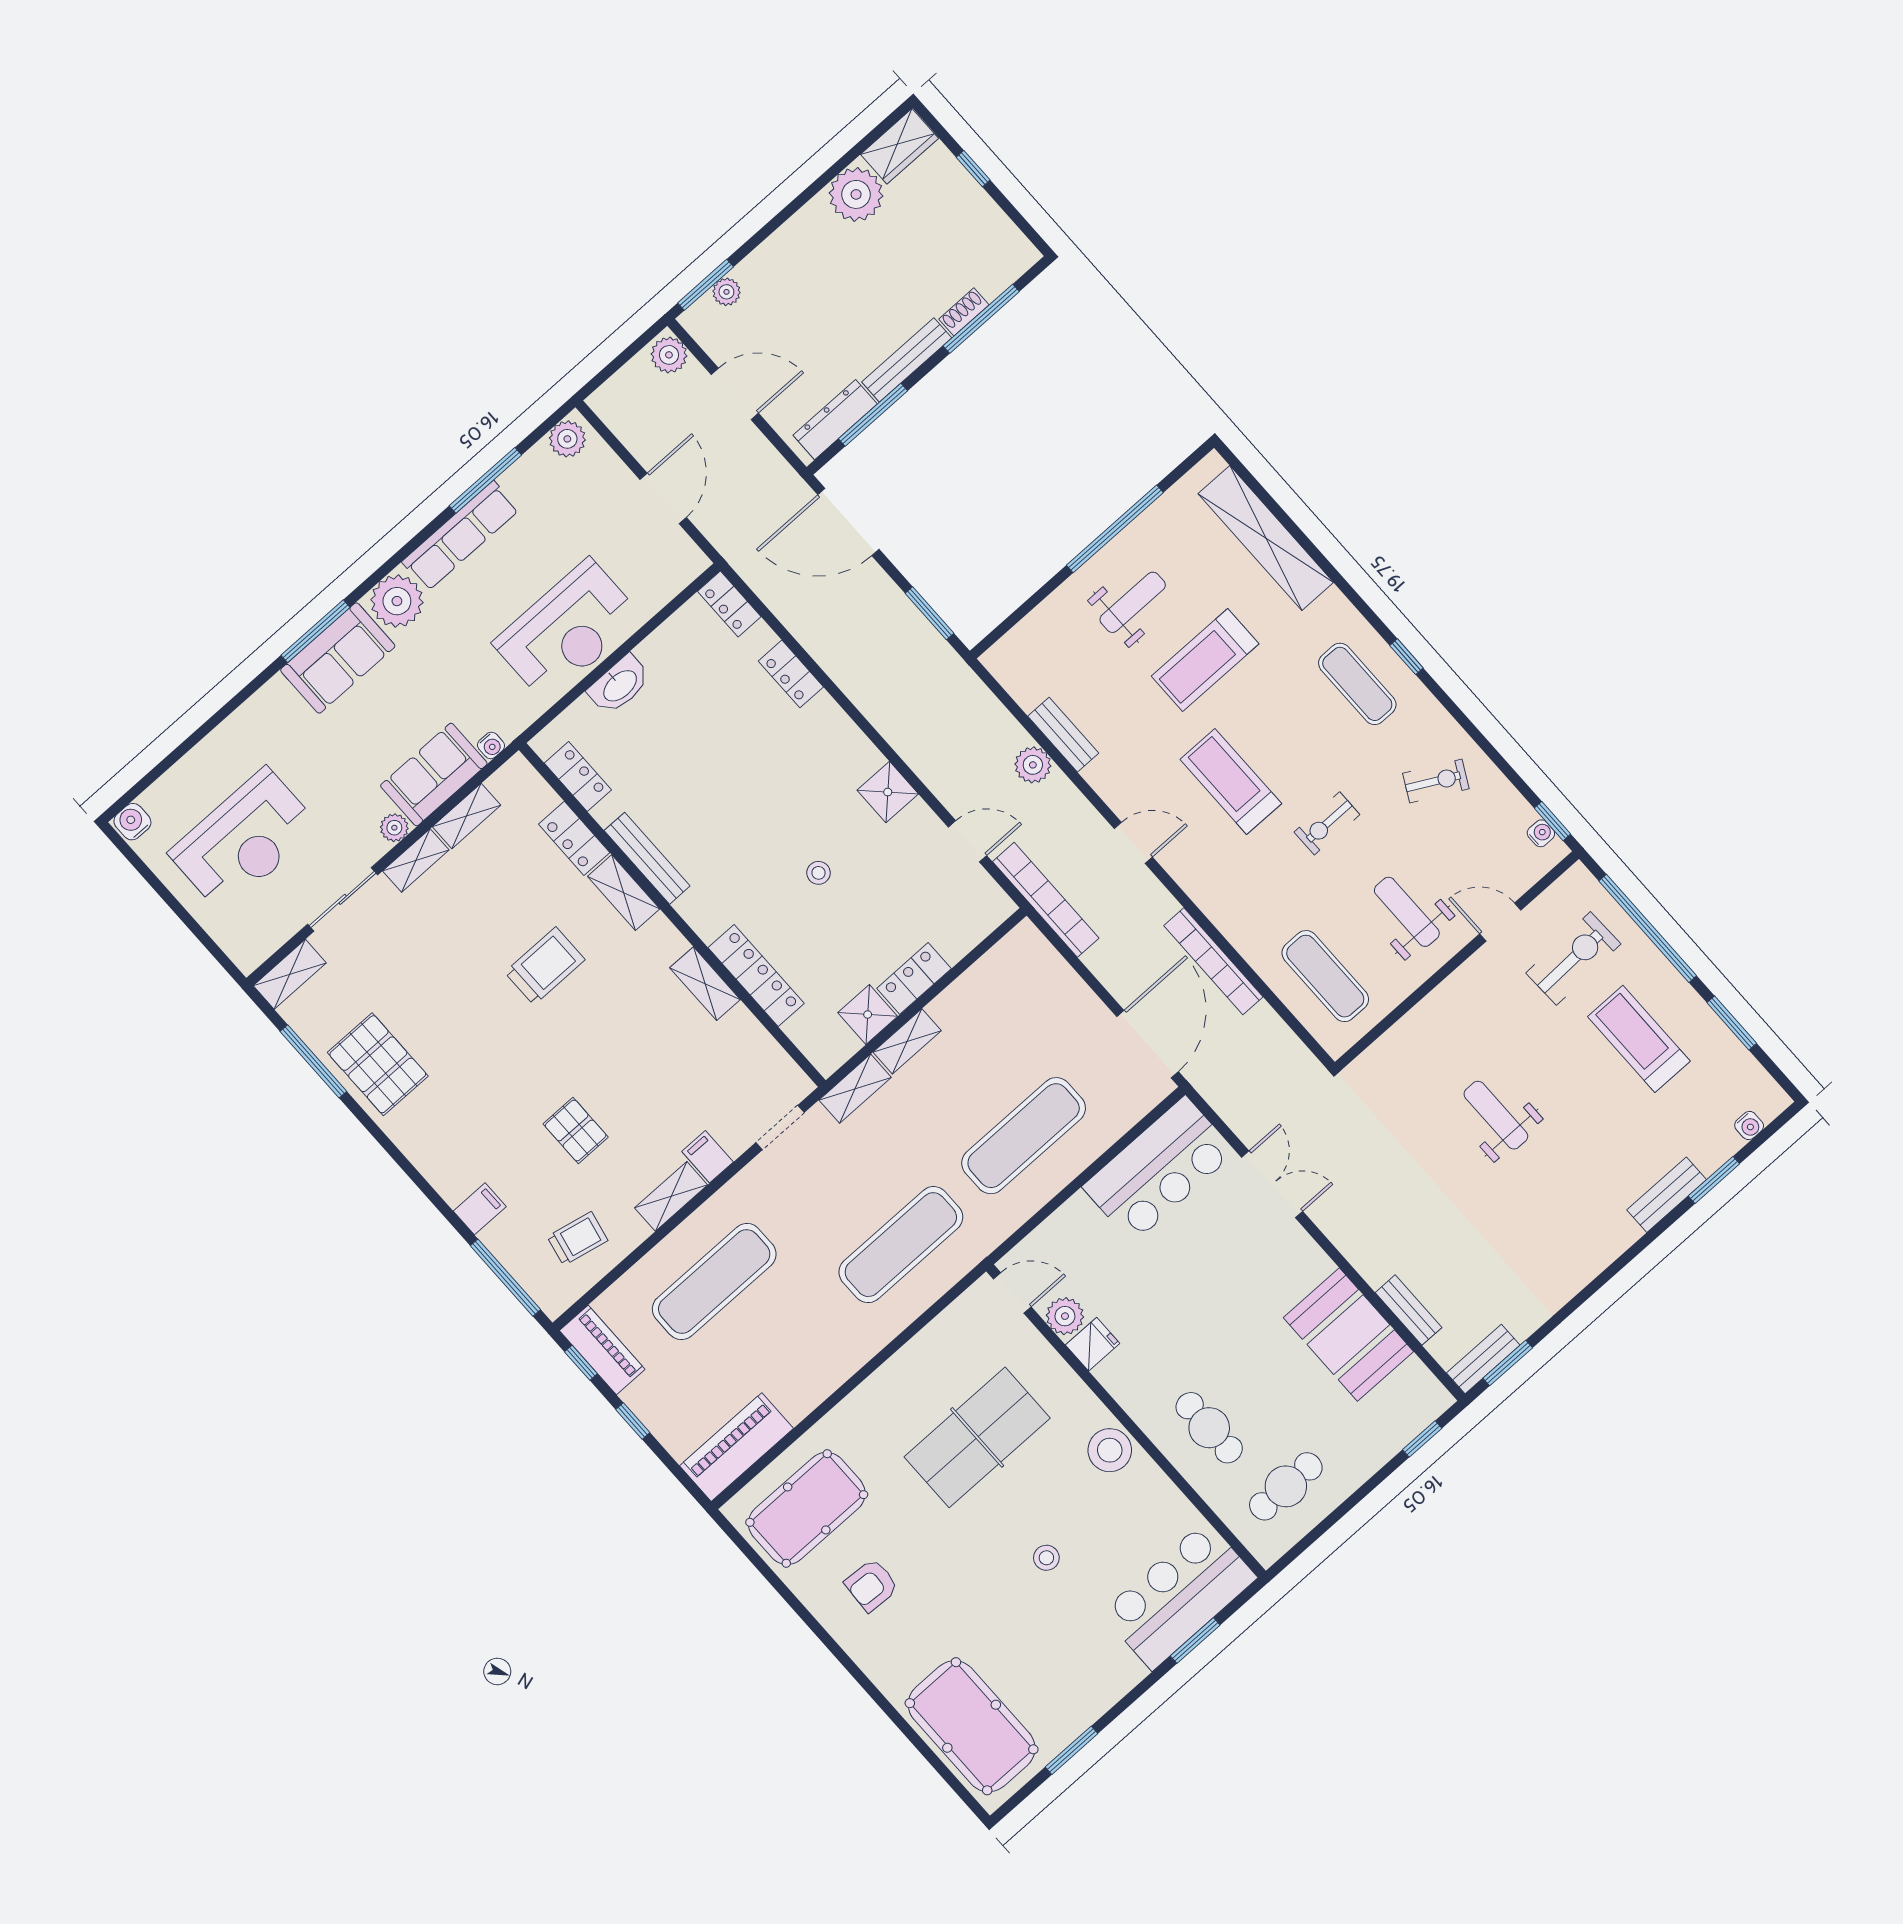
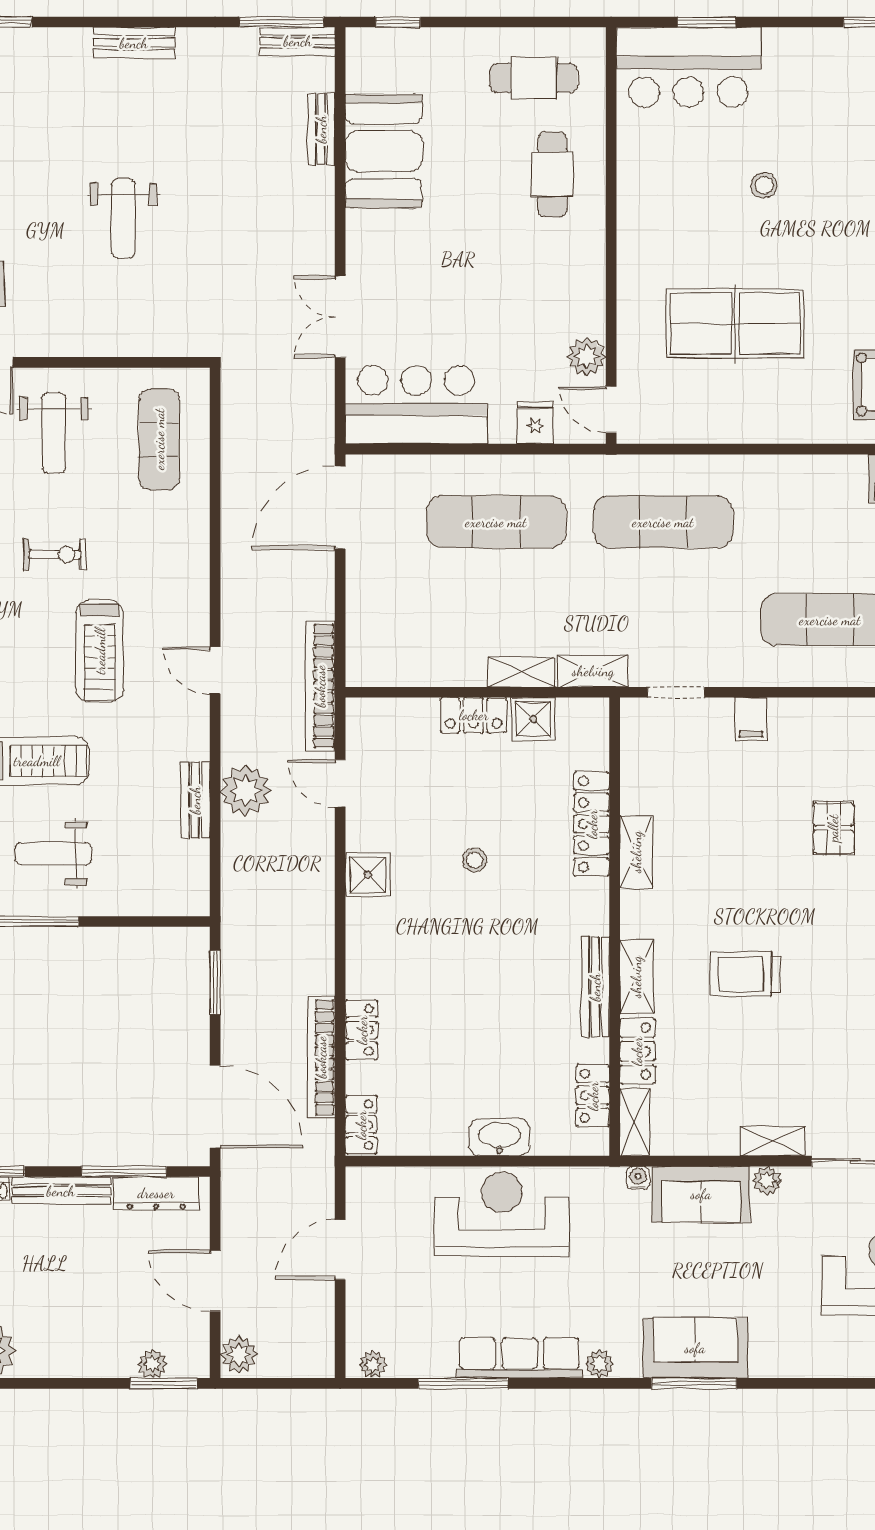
plant: (567, 439) -> (373, 1365), width x0.73, depth x0.73
plant: (397, 601) -> (599, 1364), width x0.53, depth x0.53
plant: (1033, 765) -> (246, 791), width x1.36, depth x1.36
shelving: (467, 816) -> (635, 1122), moved, turned 90
bookcase: (1213, 961) -> (321, 1057), moved, turned 180
bench: (1667, 1195) -> (134, 43), moved
shelving: (671, 1196) -> (805, 713), removed
fridge: (1093, 1344) -> (535, 423), moved, turned 90
window: (1508, 1363) -> (282, 22), width x1.44
stool: (1110, 1450) -> (643, 224), removed

